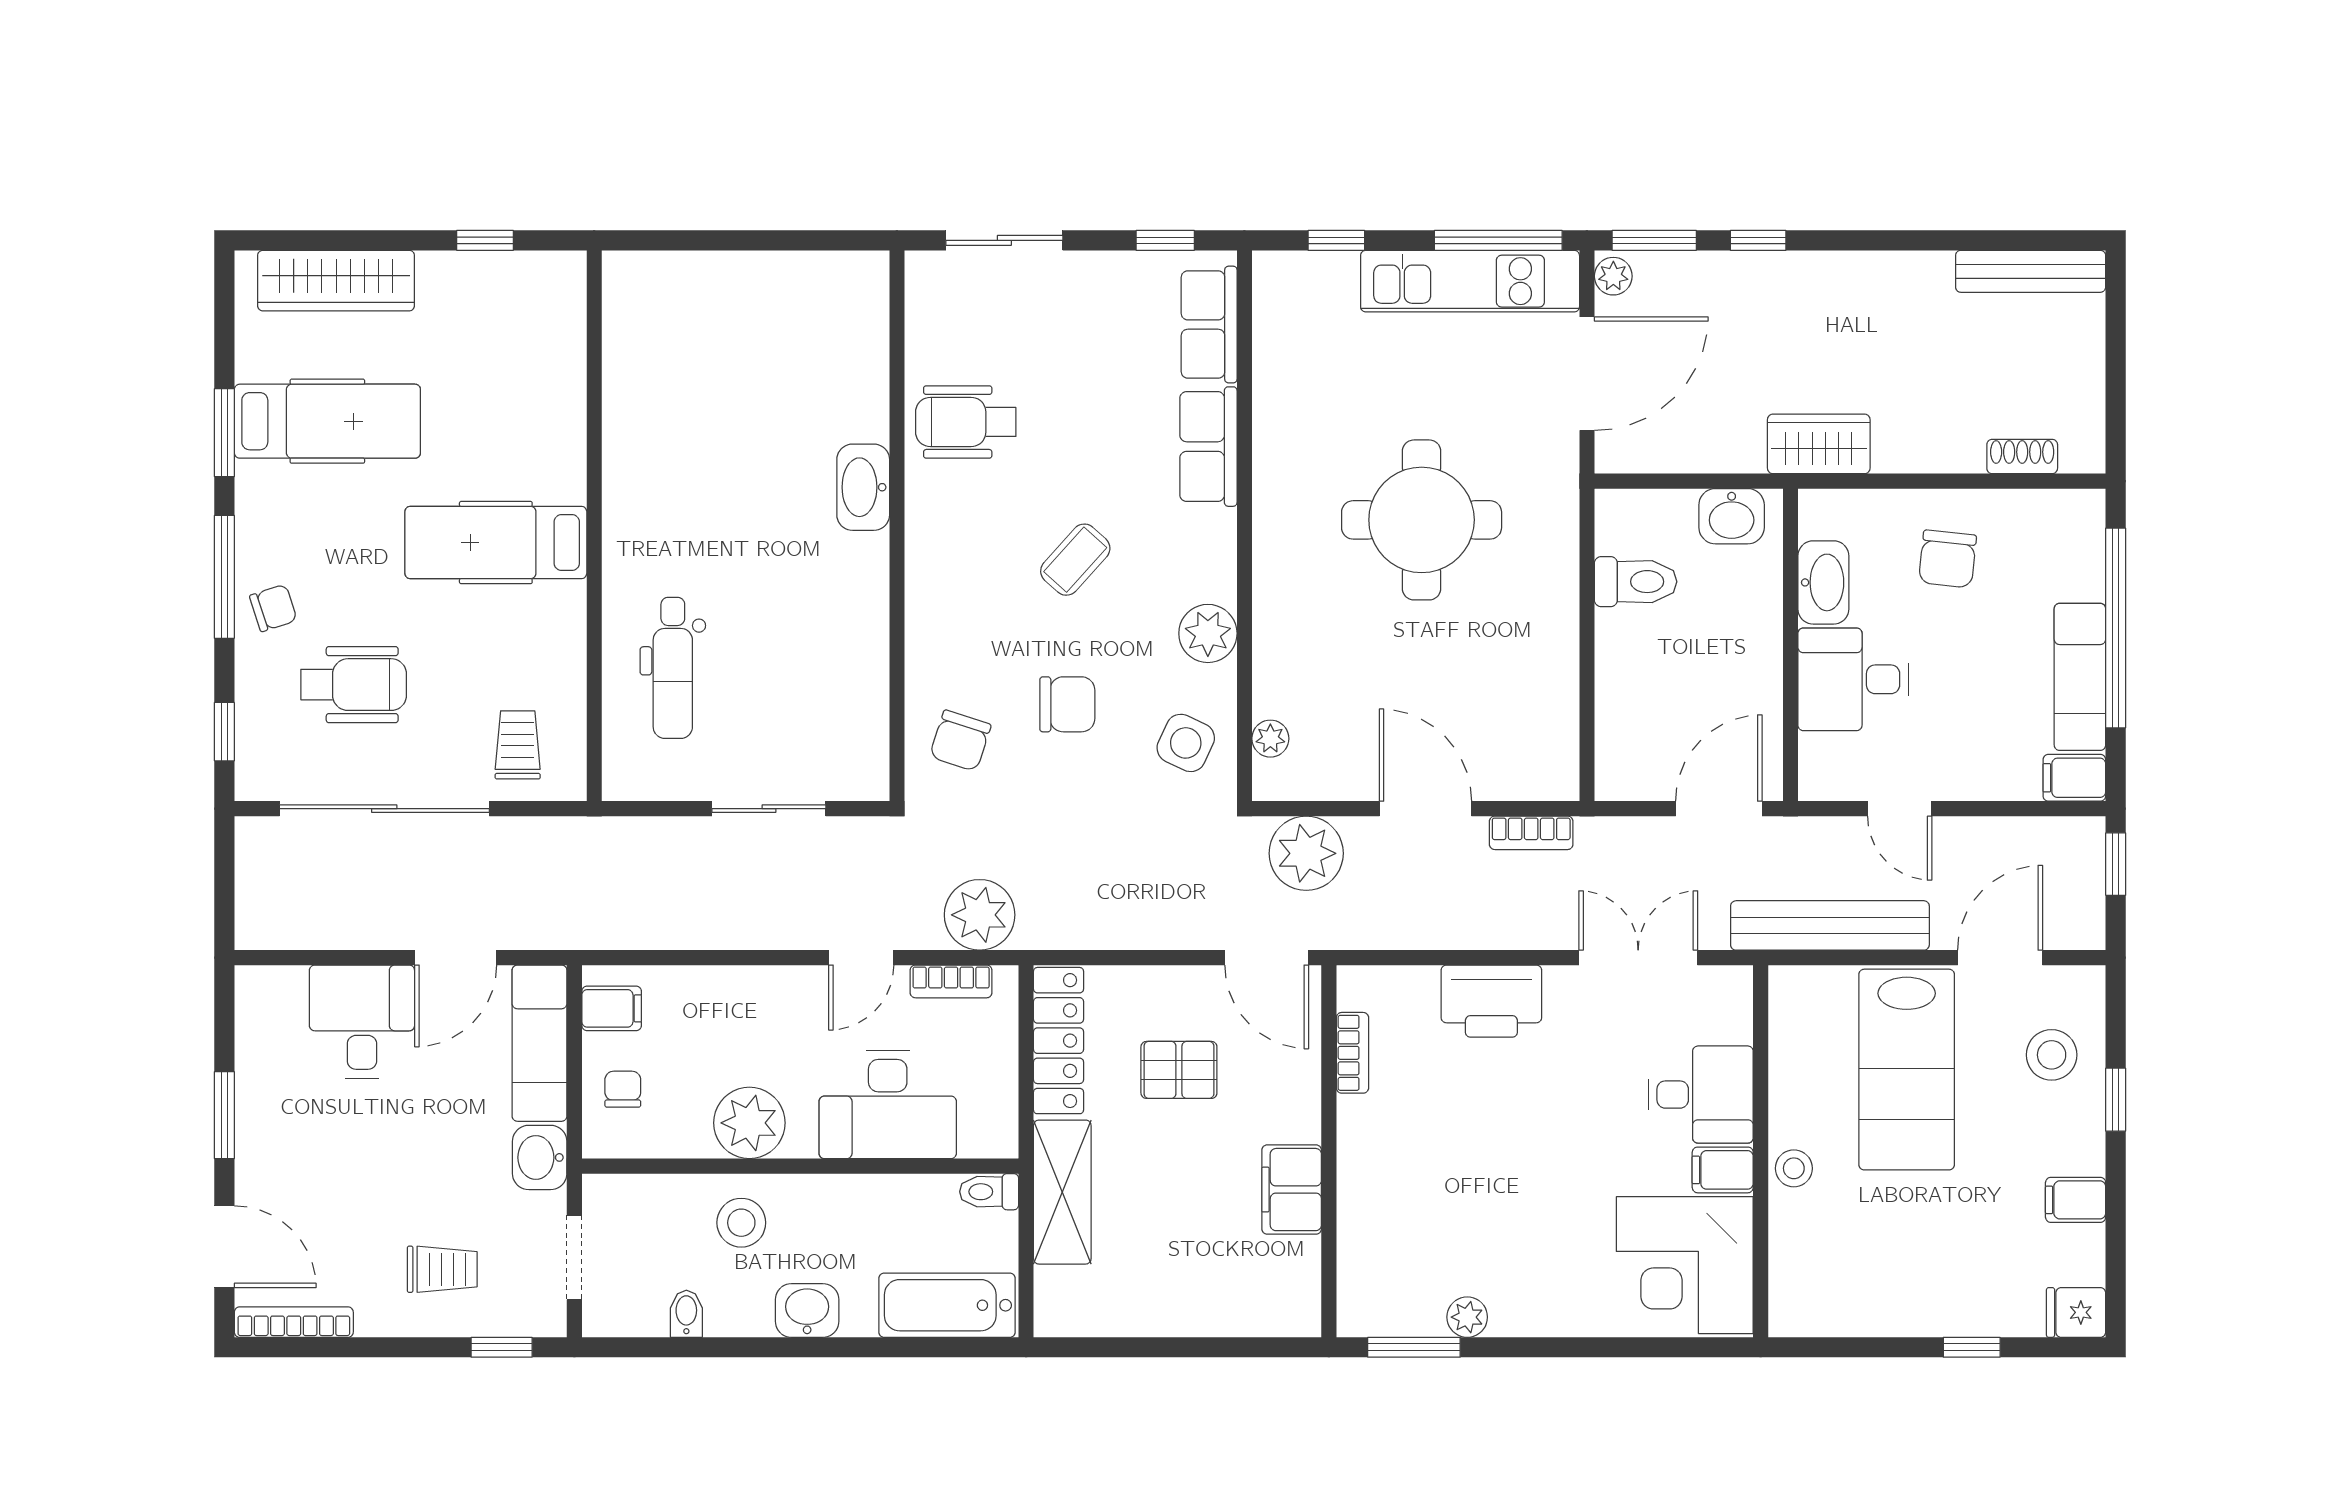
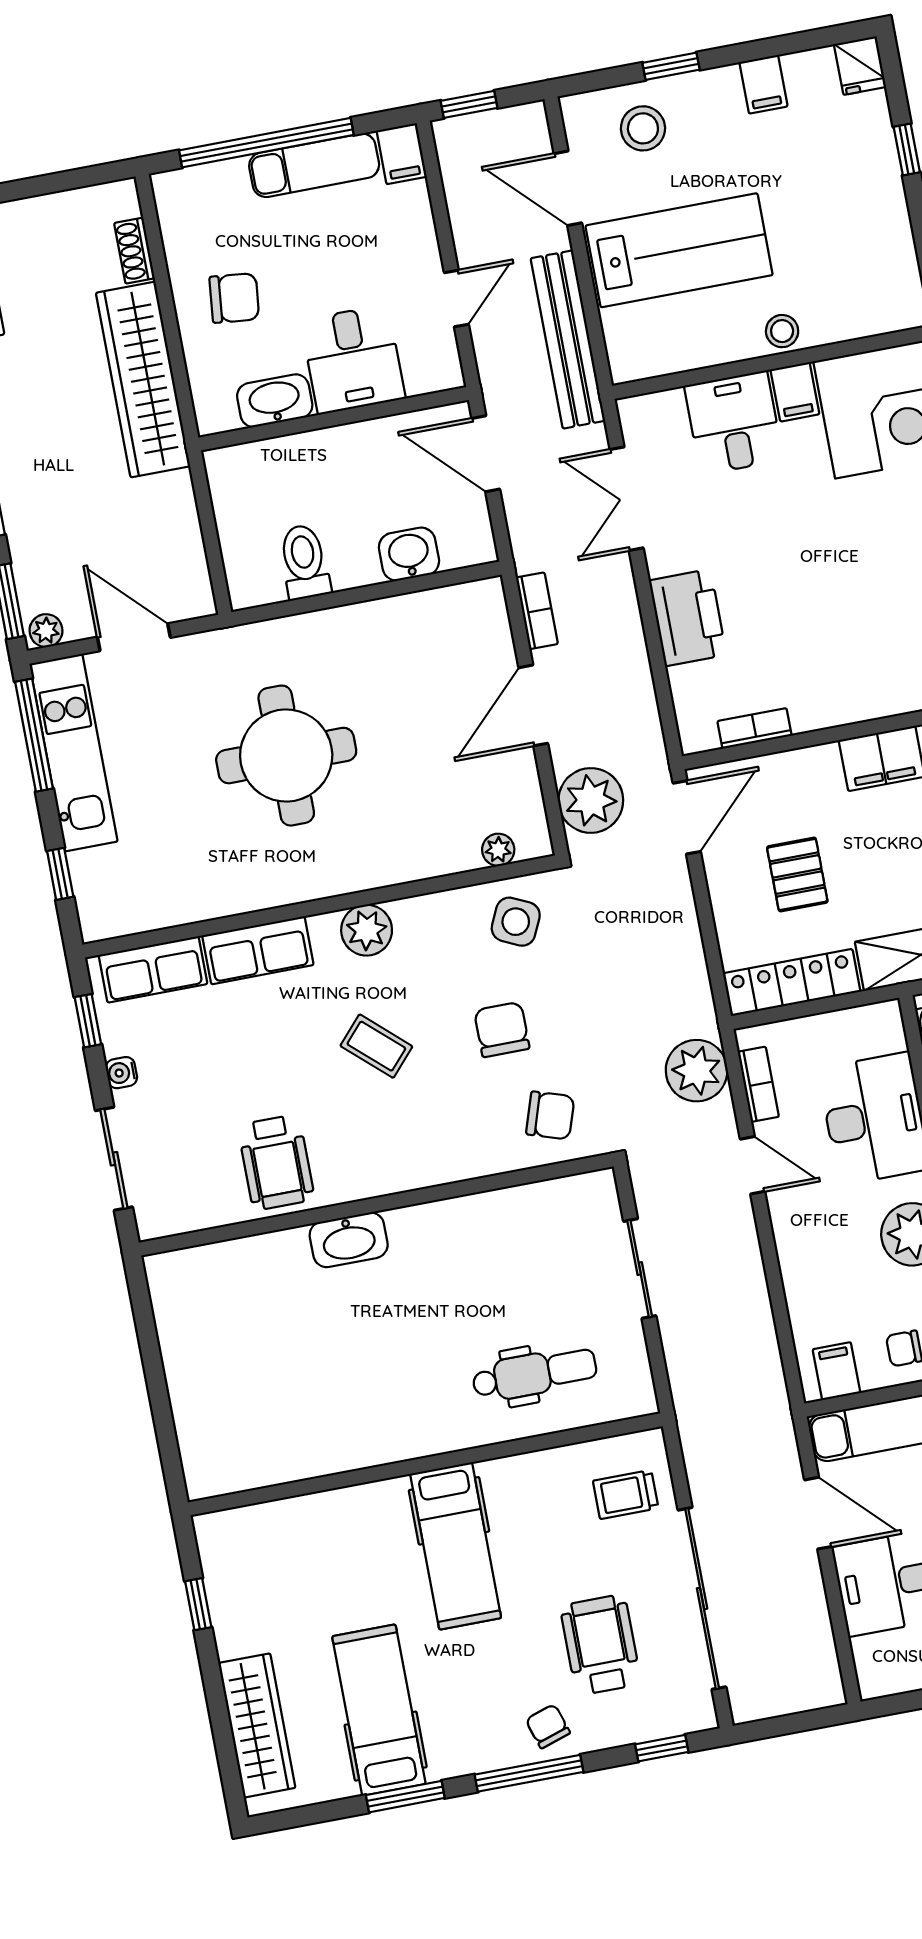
water cooler: (1100, 267) -> (121, 1073), added
door: (1587, 374) -> (134, 637), width x0.73
wardrobe: (1819, 444) -> (143, 380), width x2.10, depth x1.17
washbasin: (1732, 516) -> (409, 554), moved, turned -90
plant: (1208, 633) -> (367, 930), moved

